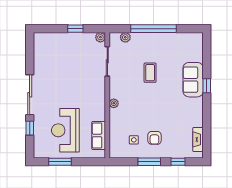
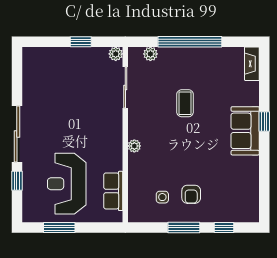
sofa: (193, 80) -> (245, 131), moved
fireplace: (198, 139) -> (252, 64), moved

